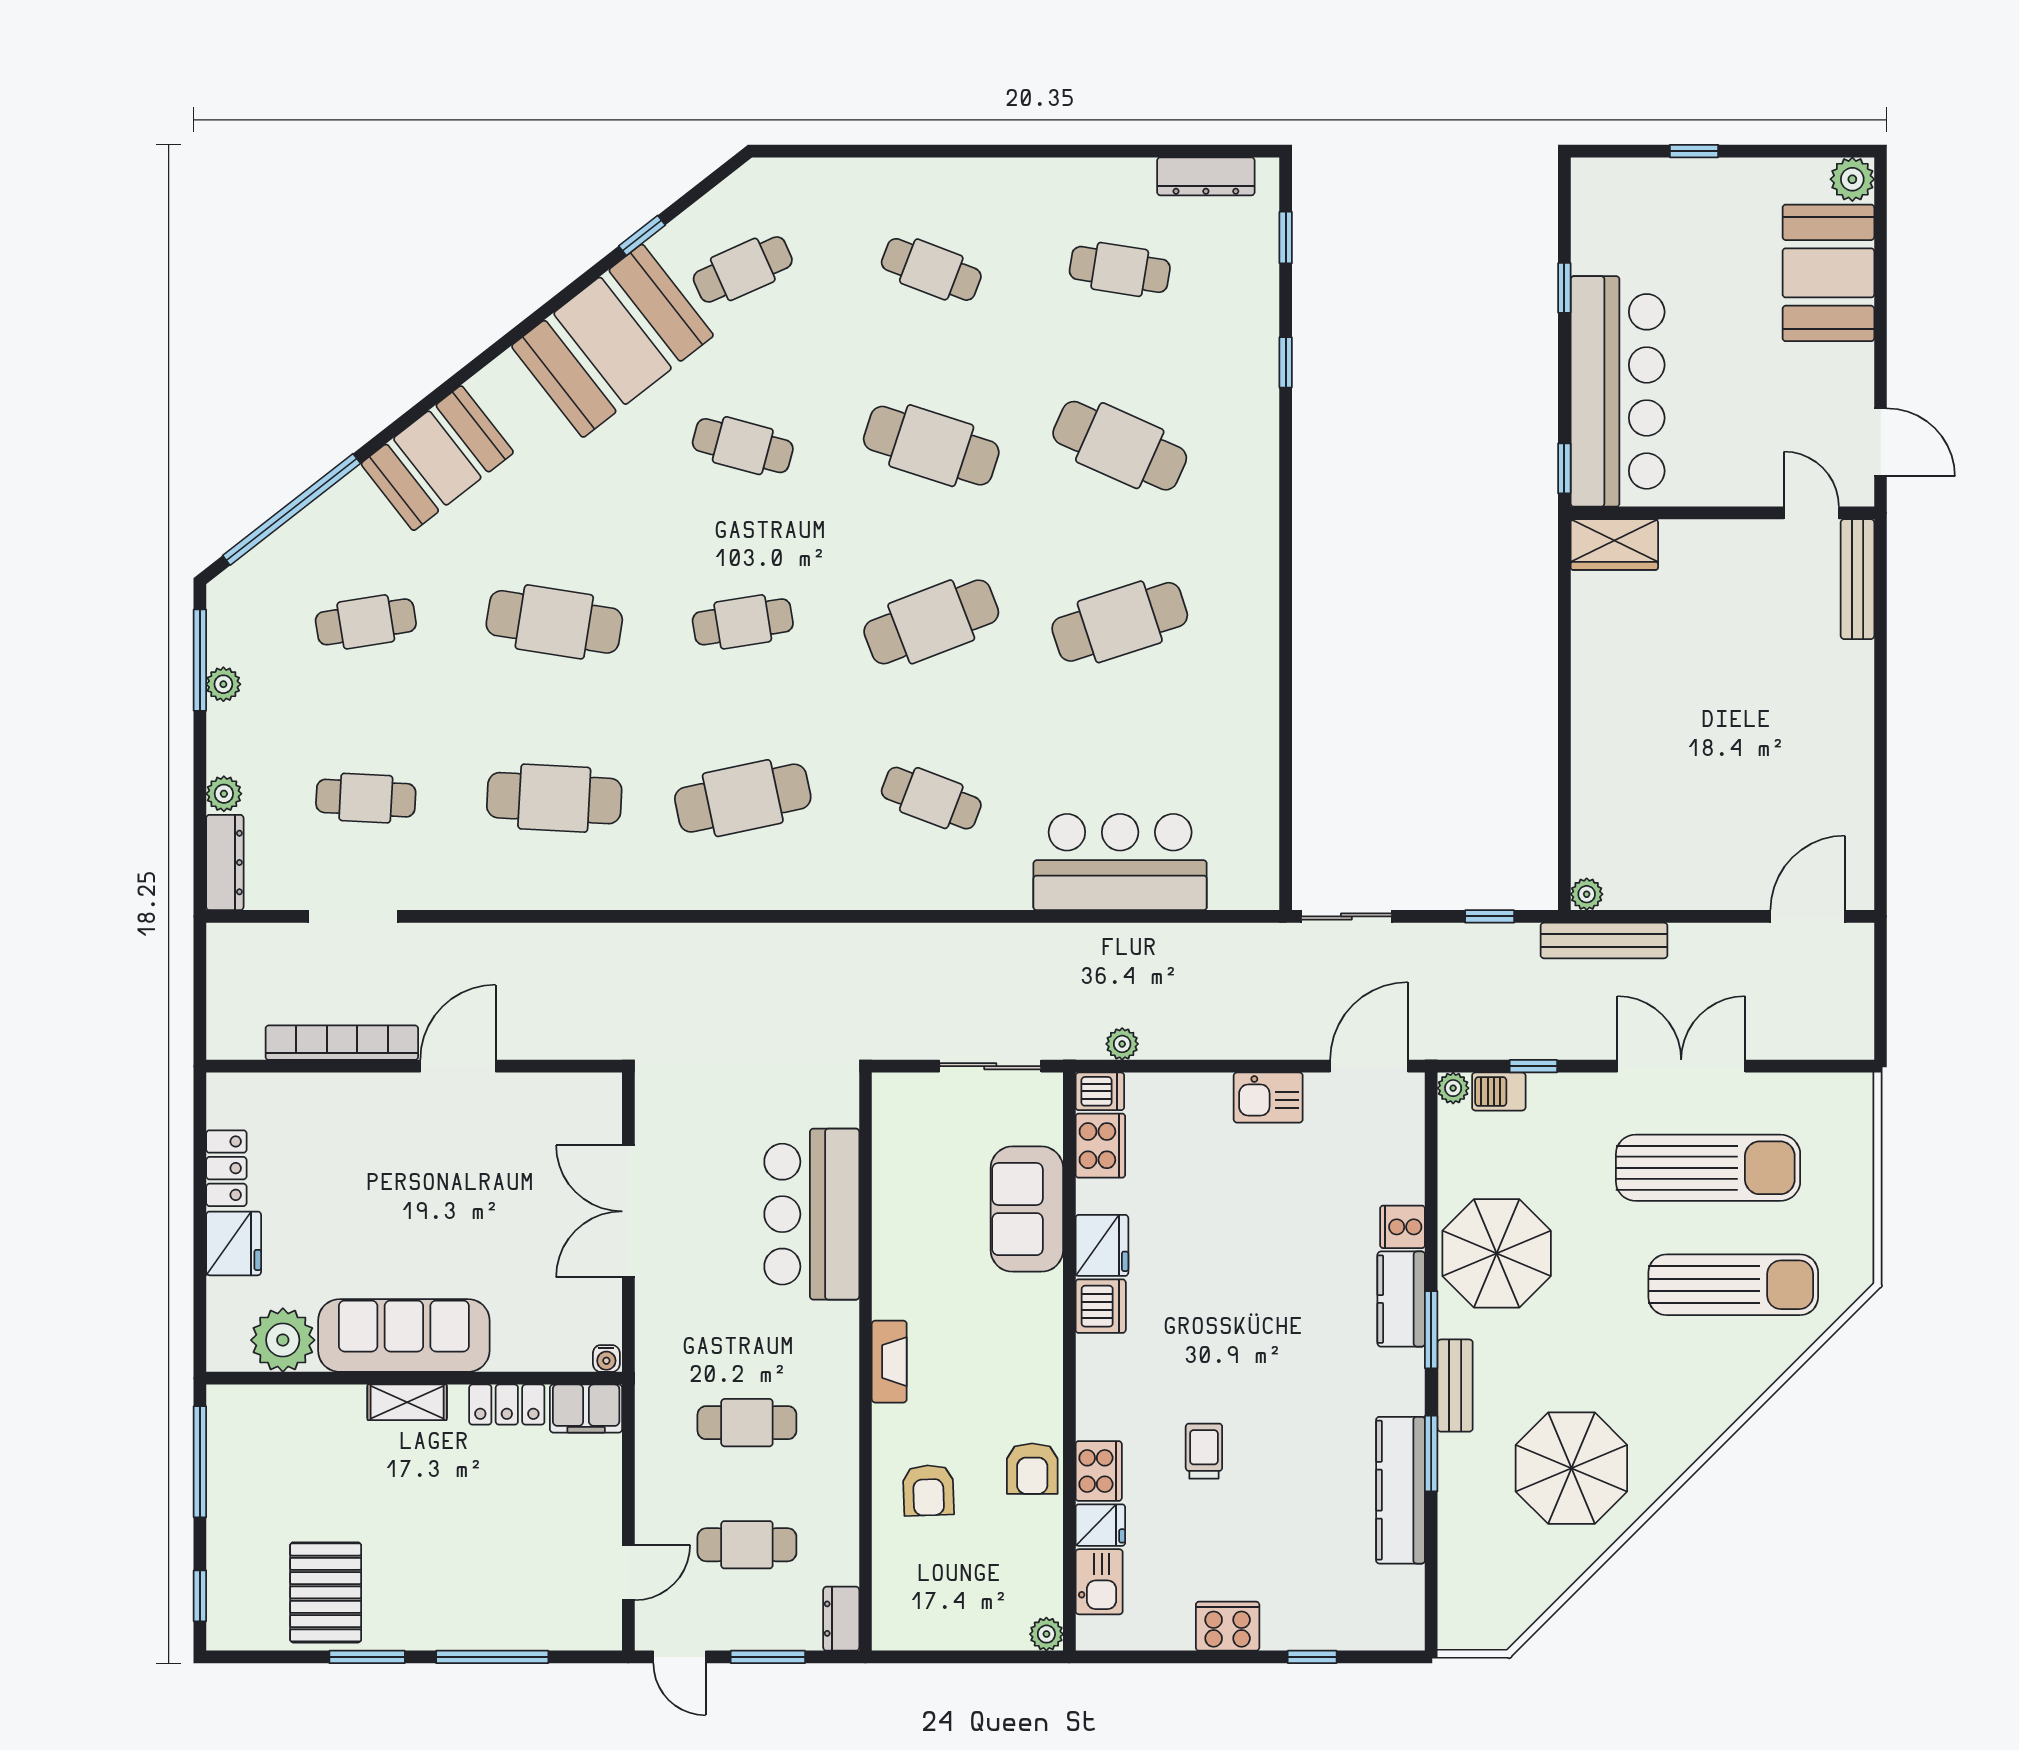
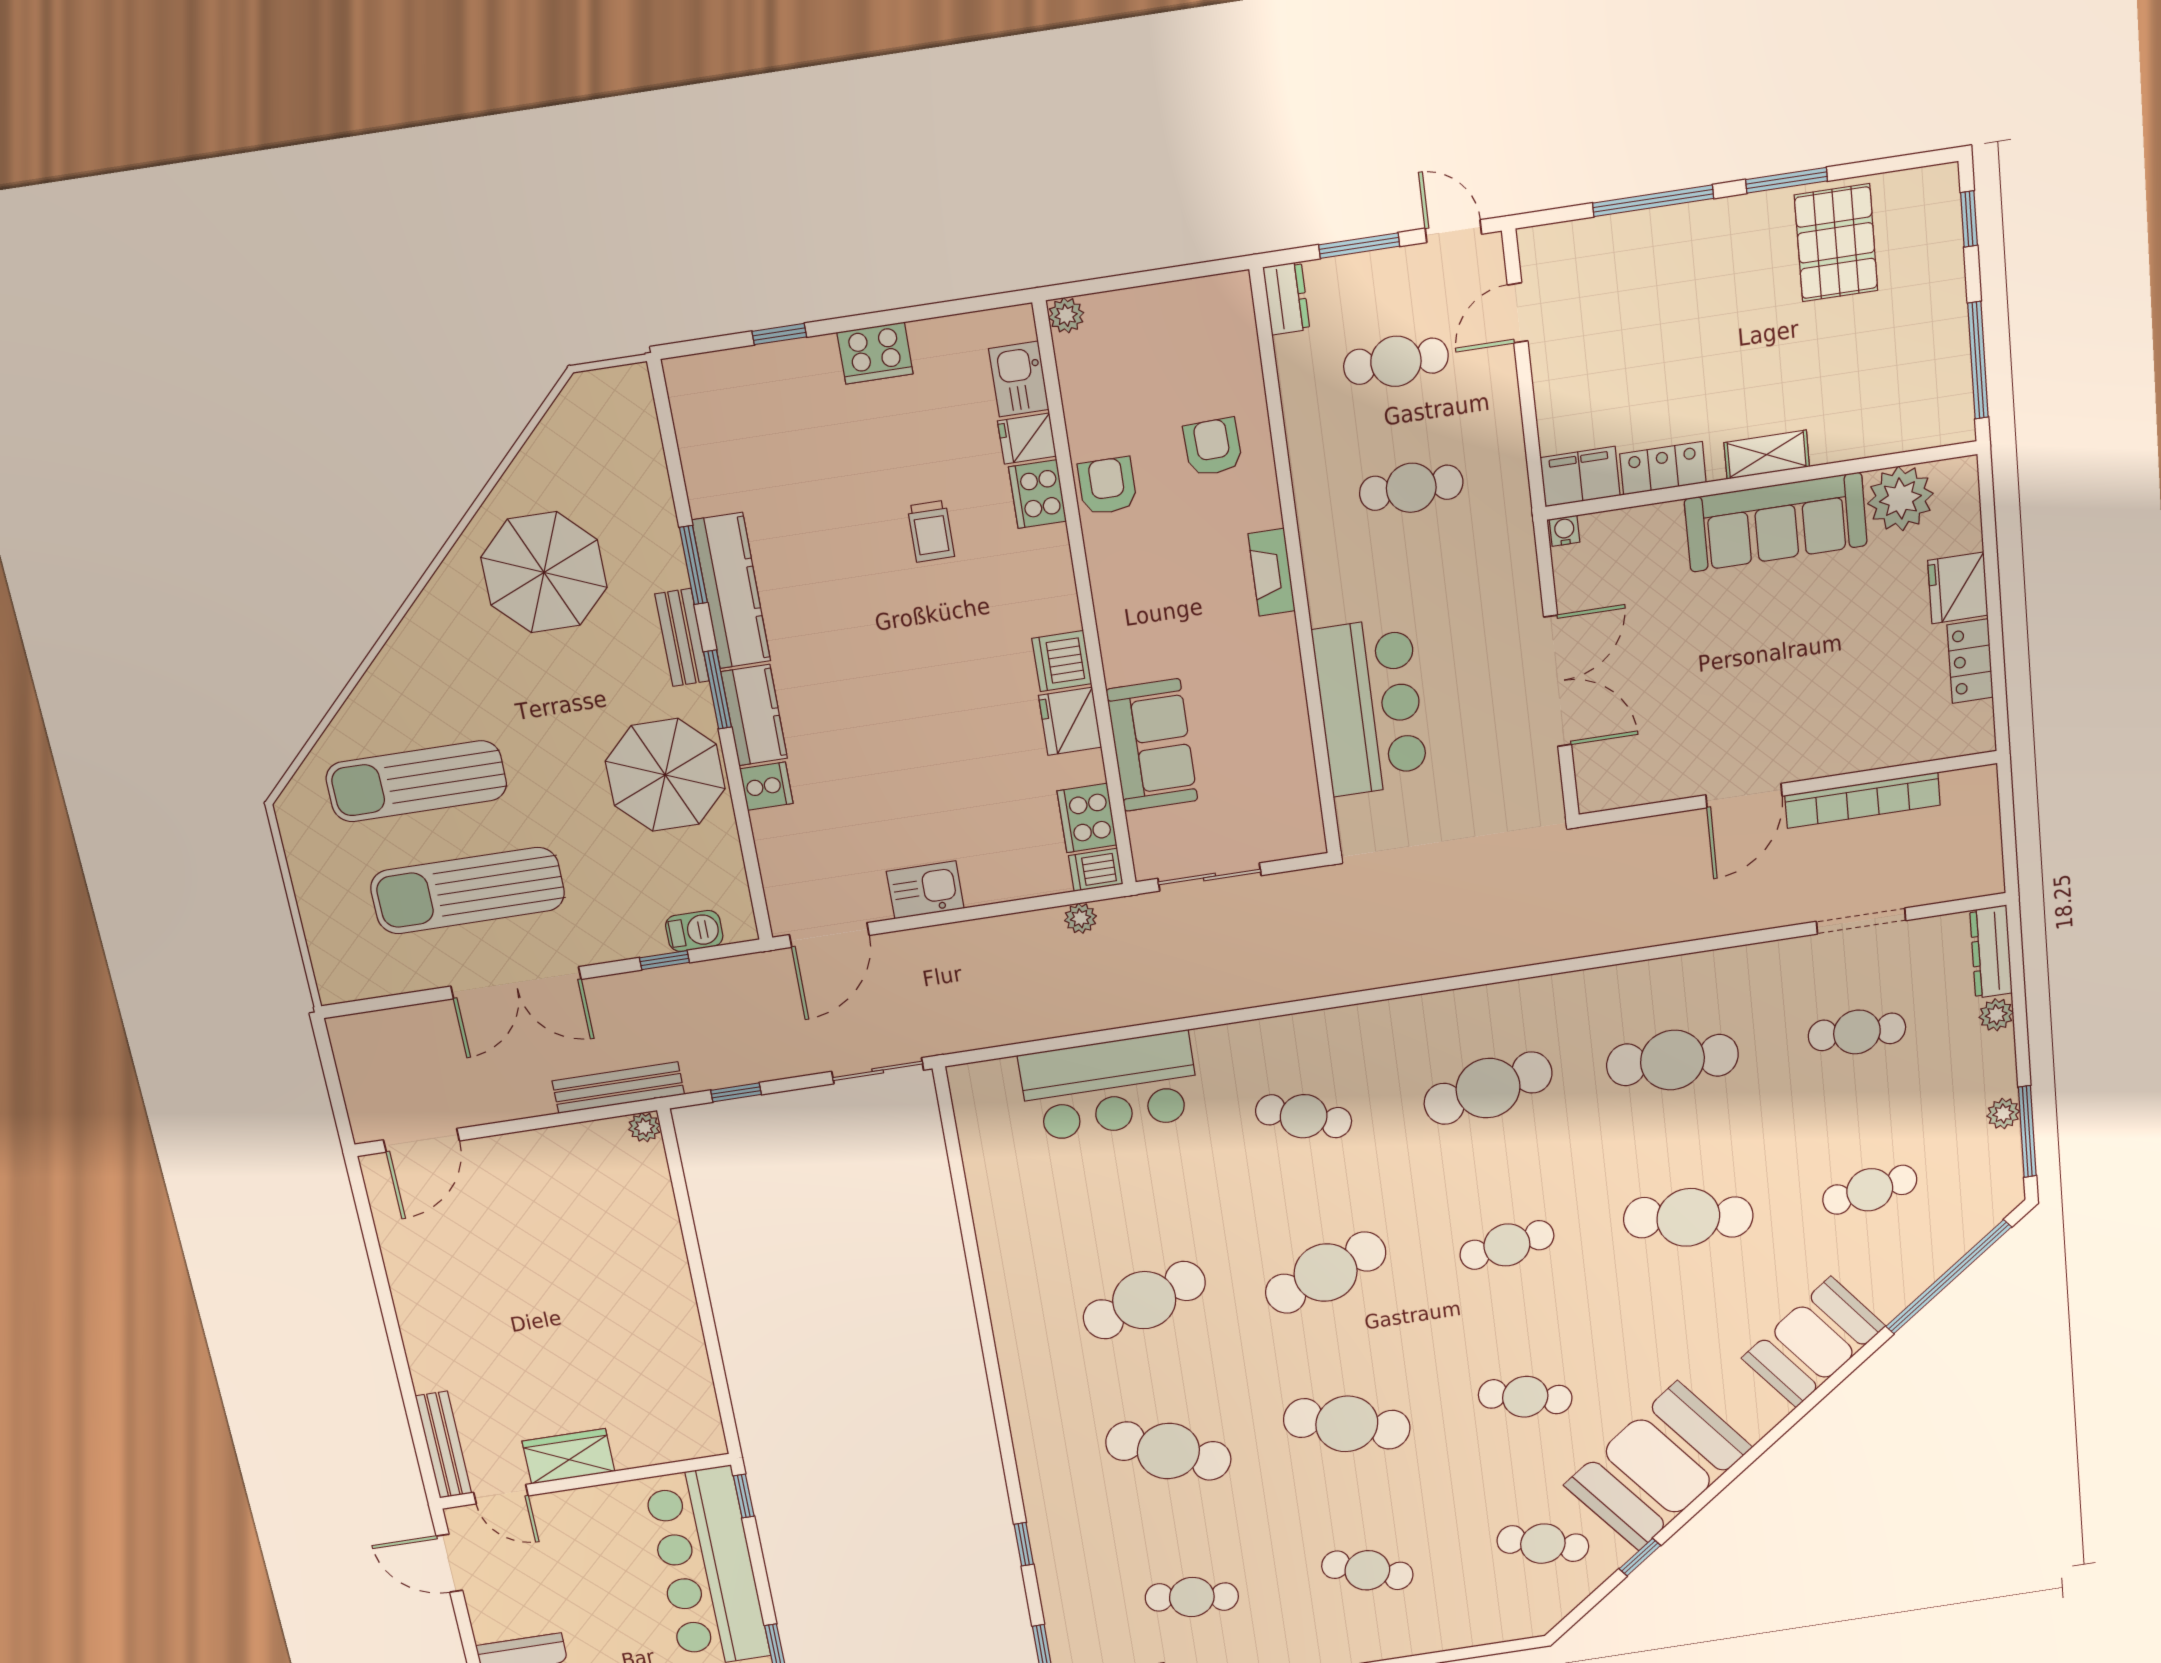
cafe table: (743, 269) -> (1543, 1544), turned 42
wardrobe: (1614, 545) -> (568, 1456), moved
plant: (1453, 1088) -> (741, 927), removed
kitchen counter: (1401, 1490) -> (731, 591), moved

